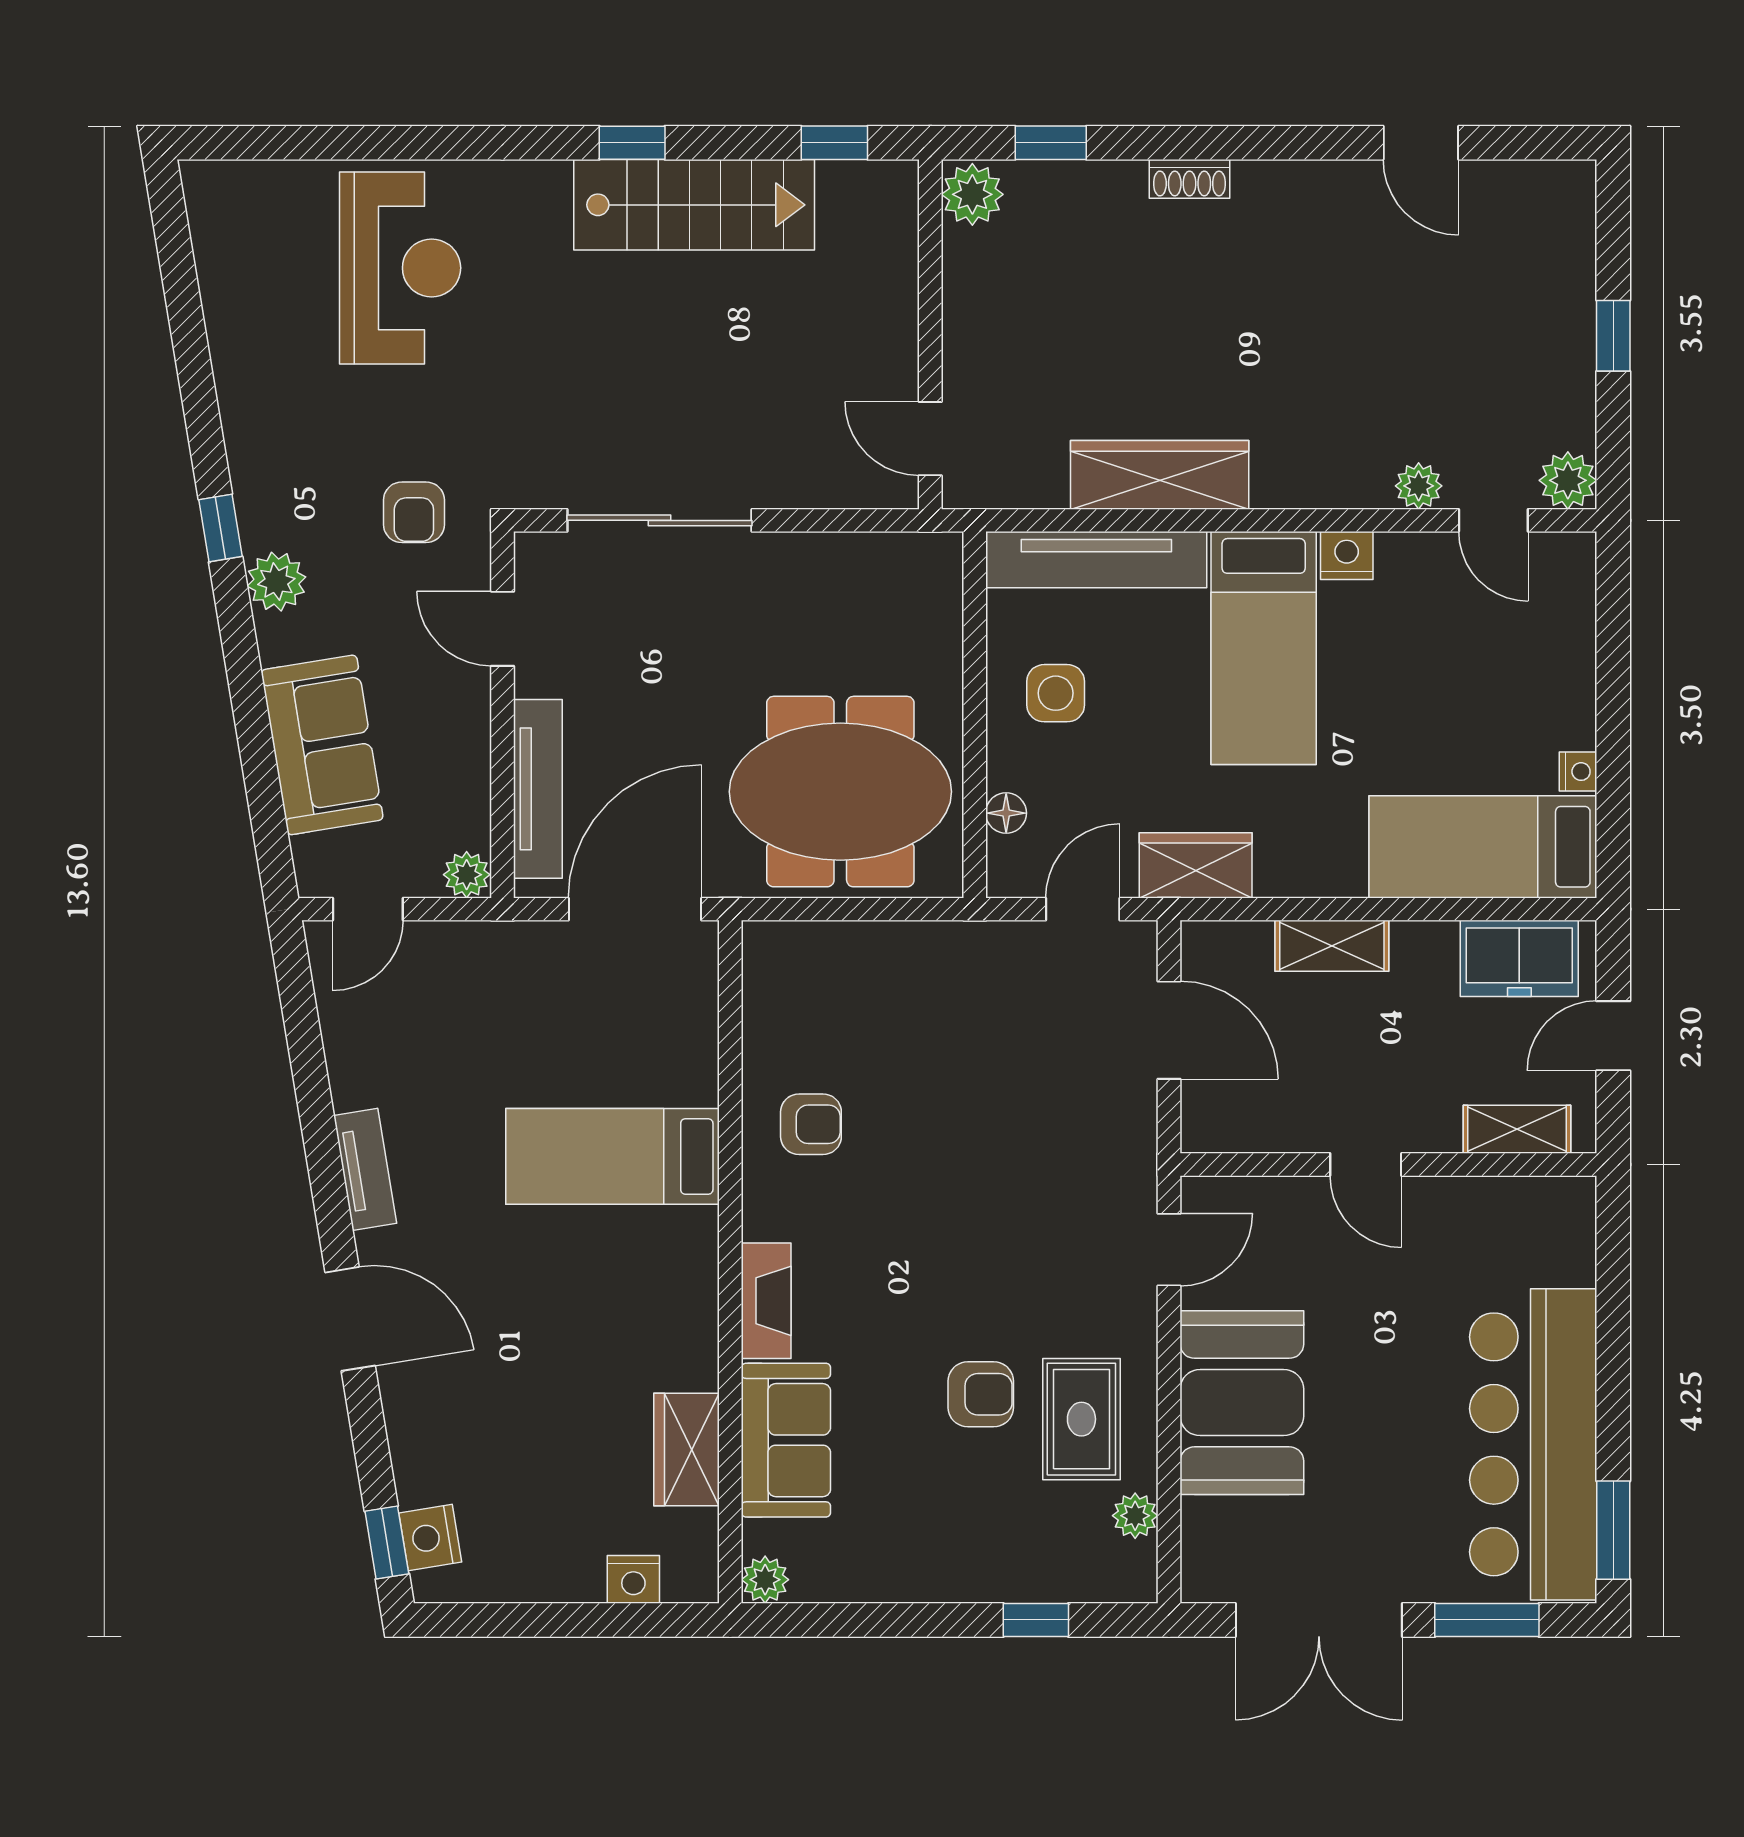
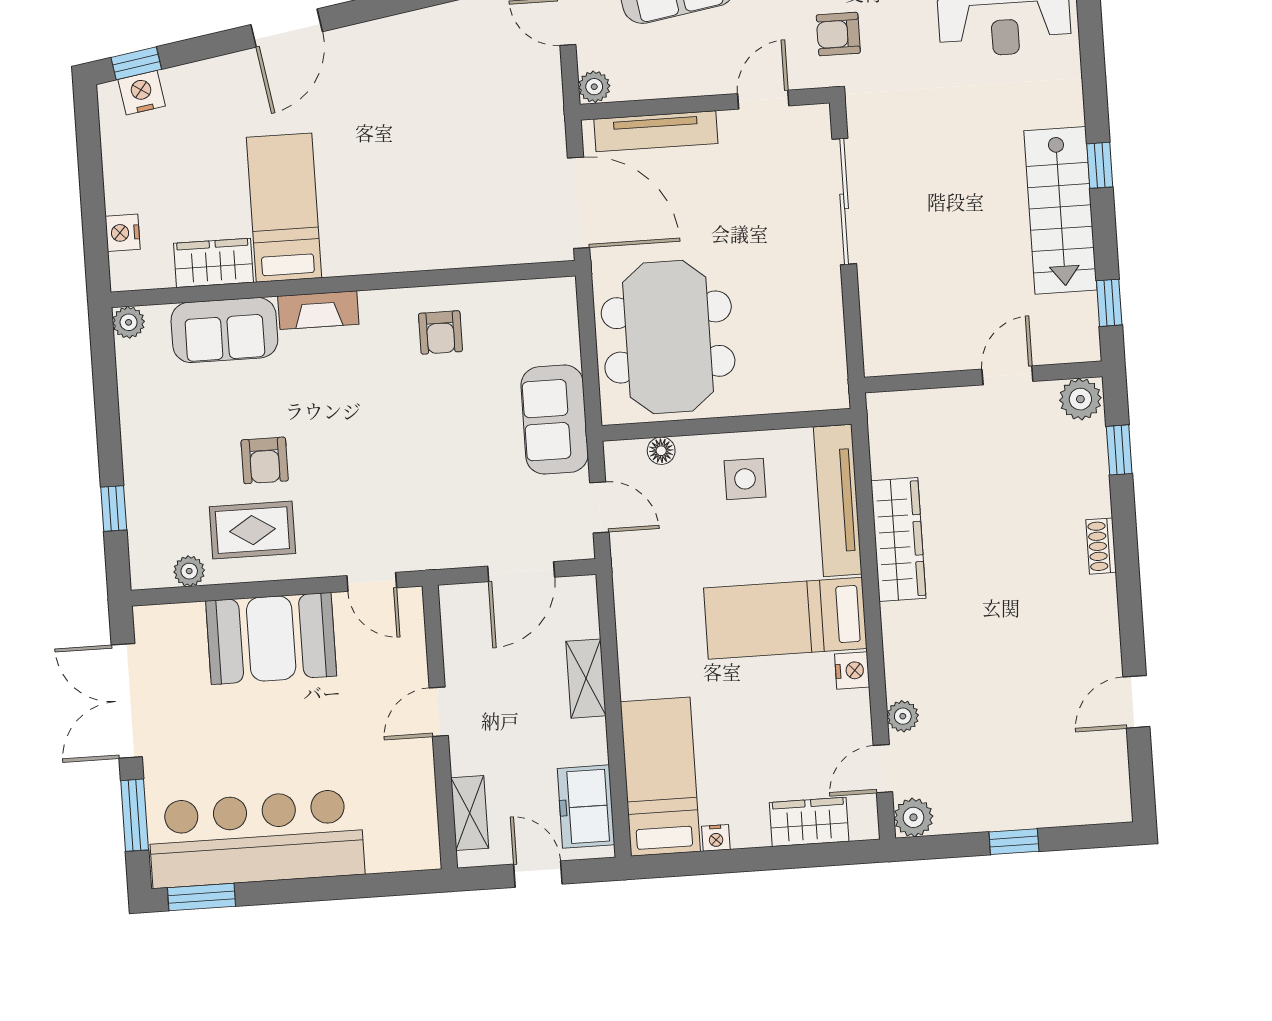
door: (930, 439) -> (1007, 375), moved
wardrobe: (1196, 865) -> (809, 822), moved, turned -90
sofa: (950, 966) -> (555, 420), added
bed: (613, 1156) -> (284, 208), moved
tv unit: (365, 1169) -> (389, 31), removed

